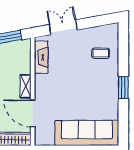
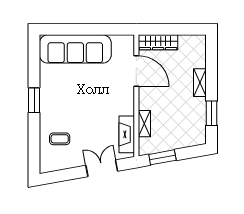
double door: (63, 27) -> (102, 168), swing flipped
shelving: (26, 86) -> (144, 124), moved

